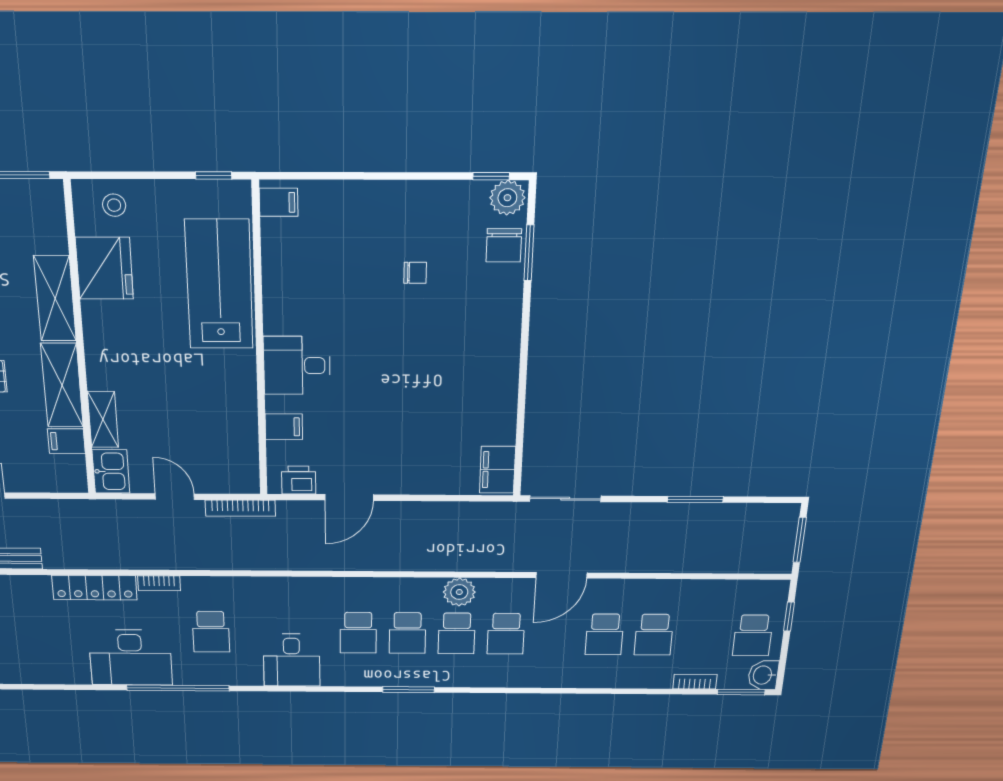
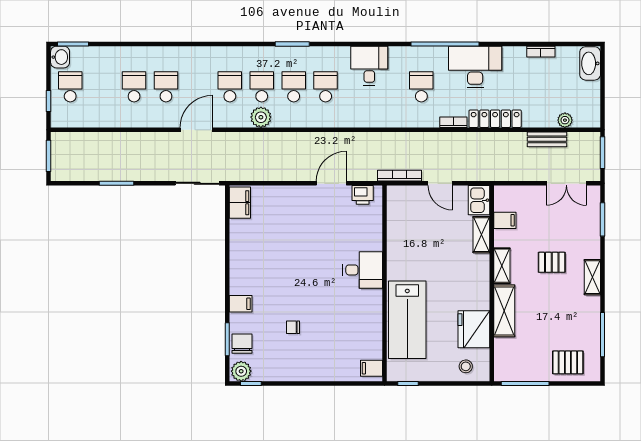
shelving: (62, 385) -> (502, 266), width x0.67, depth x0.75
filing cabinet: (284, 427) -> (241, 304), moved, turned 180
bookcase: (695, 682) -> (541, 52), moved

